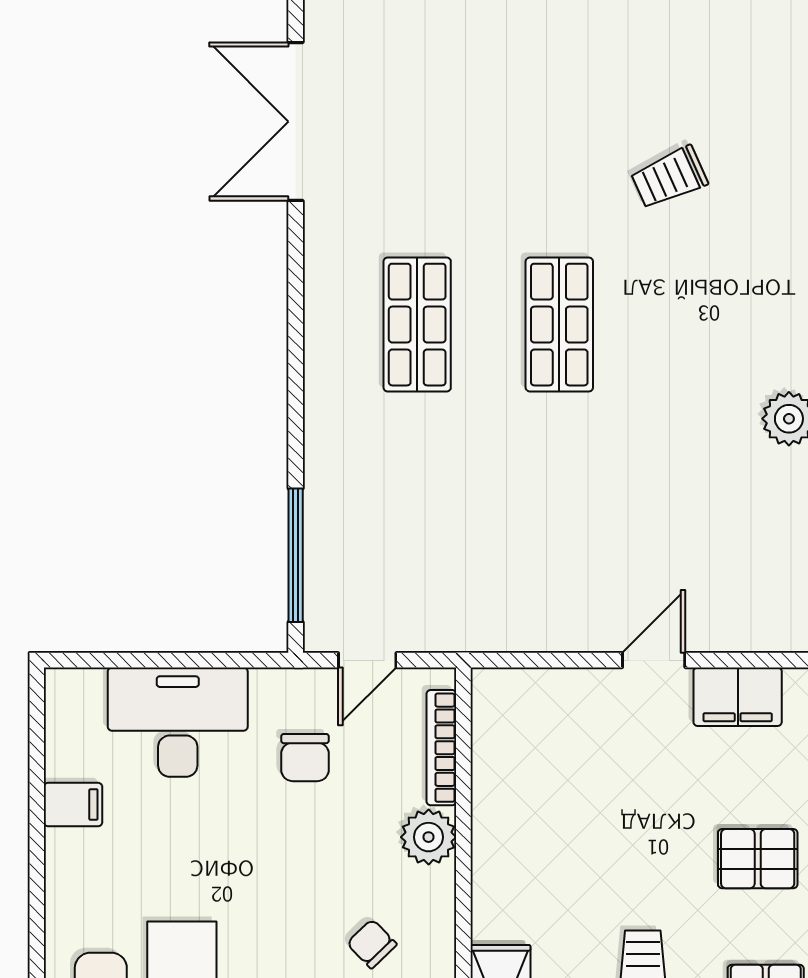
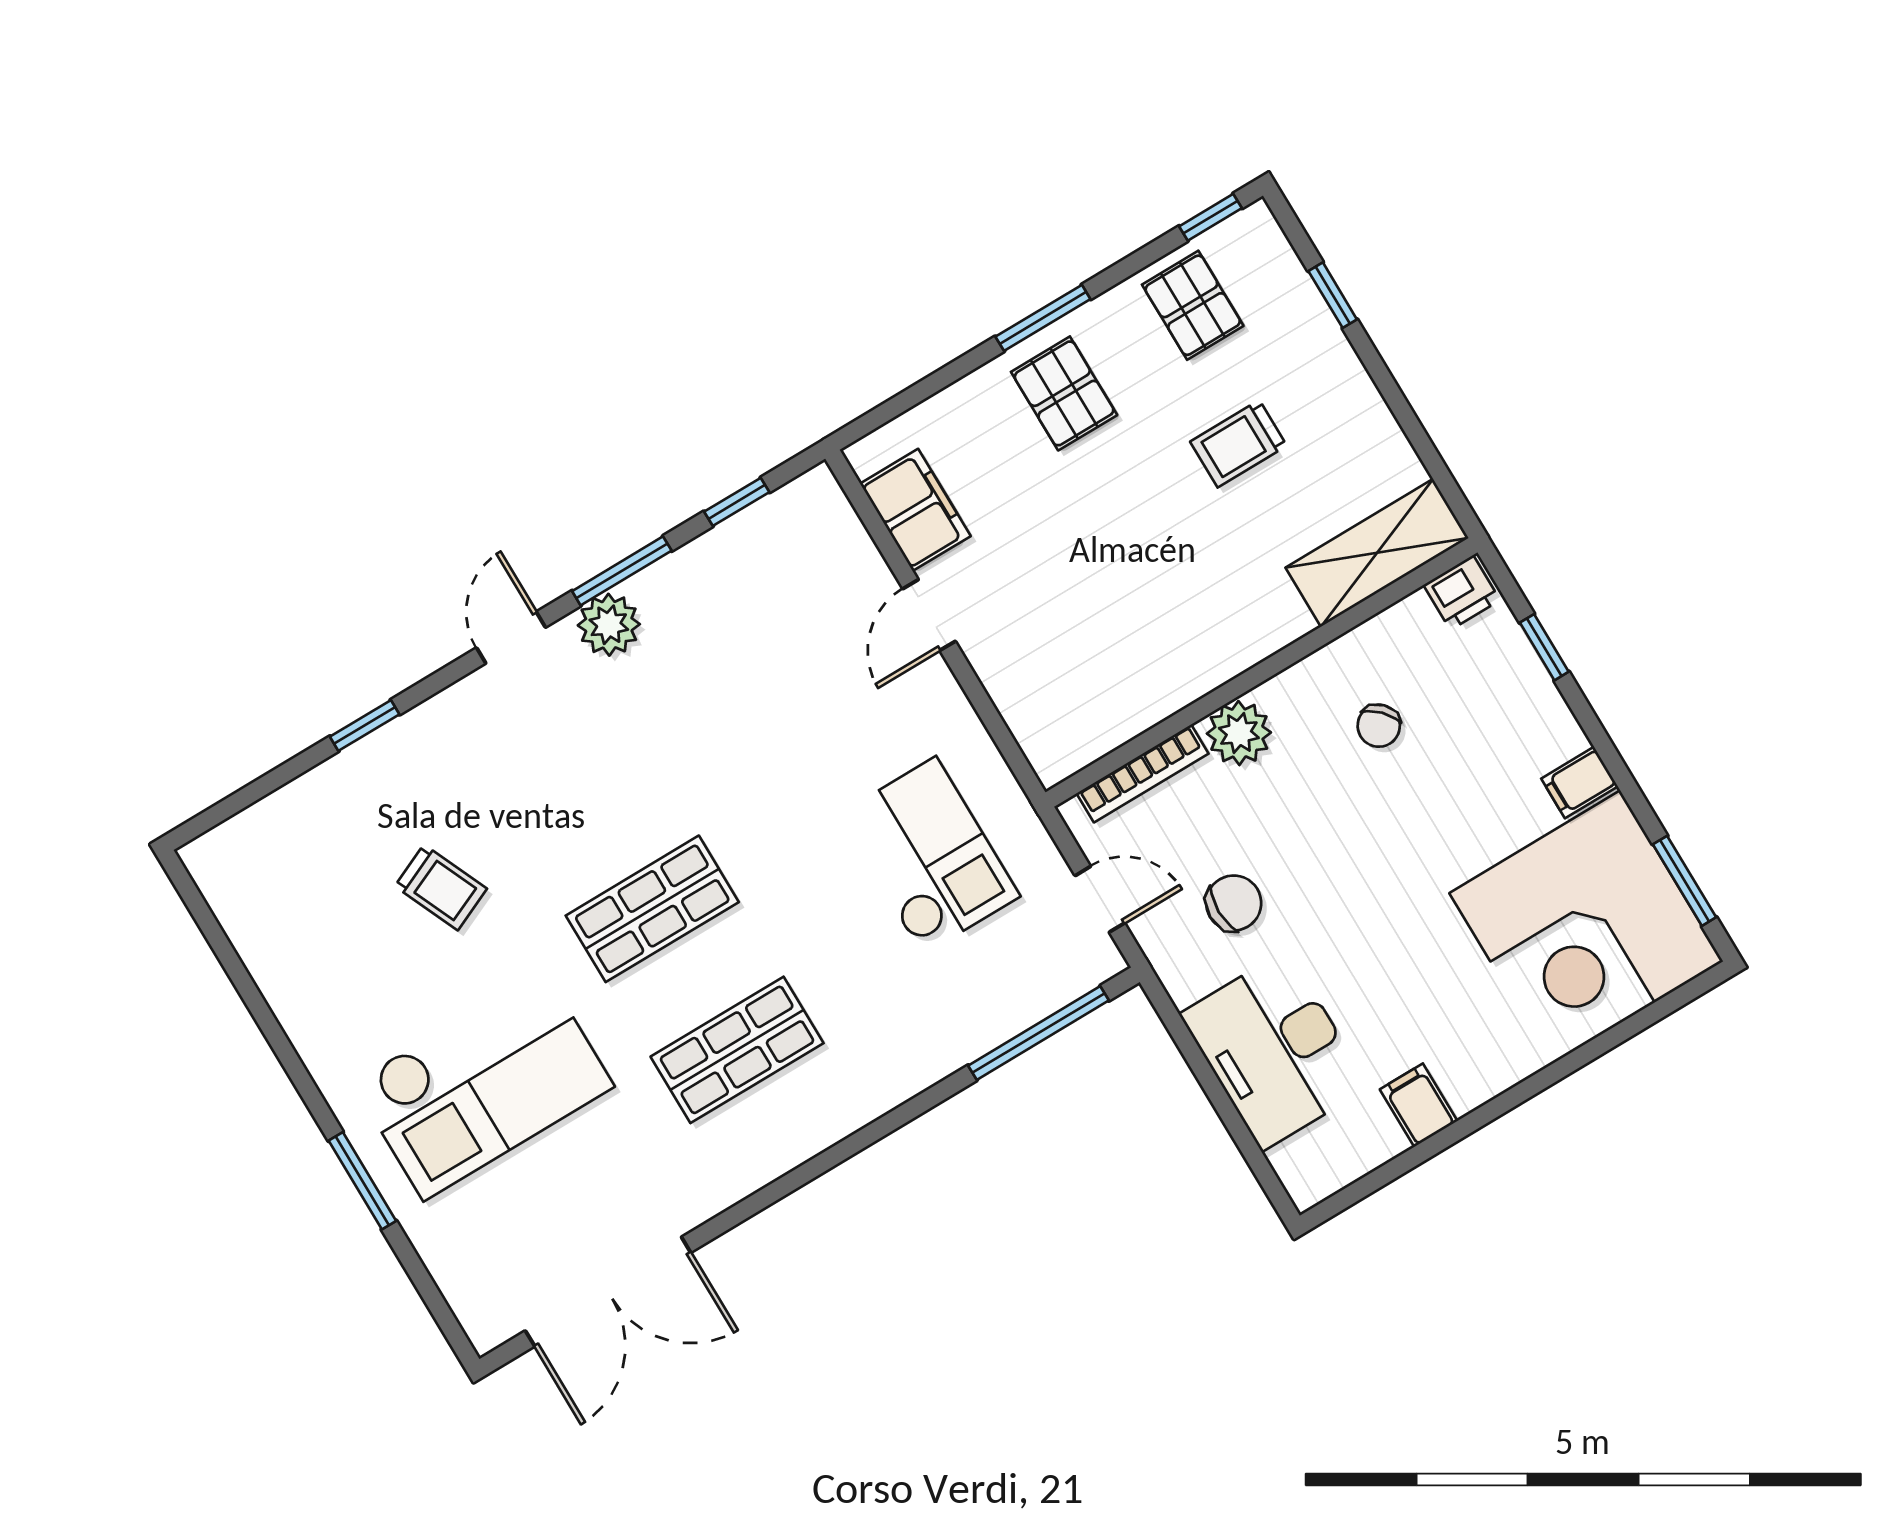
checkout: (504, 121) -> (483, 1084), added
checkout: (475, 553) -> (929, 856), added
door: (654, 660) -> (929, 615), hinge flipped

